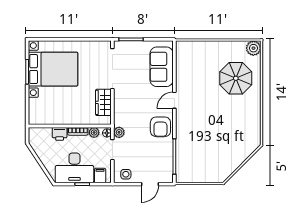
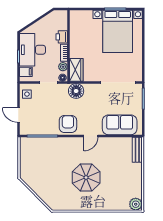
bench: (190, 46) -> (137, 150), added
parasol: (236, 78) -> (86, 178), moved
door: (174, 100) -> (91, 136), swing flipped
wardrobe: (103, 102) -> (76, 70), moved, turned 90
floor lamp: (122, 117) -> (76, 91), added
armchair: (160, 127) -> (68, 124), turned 90
plant: (119, 132) -> (63, 88), removed

